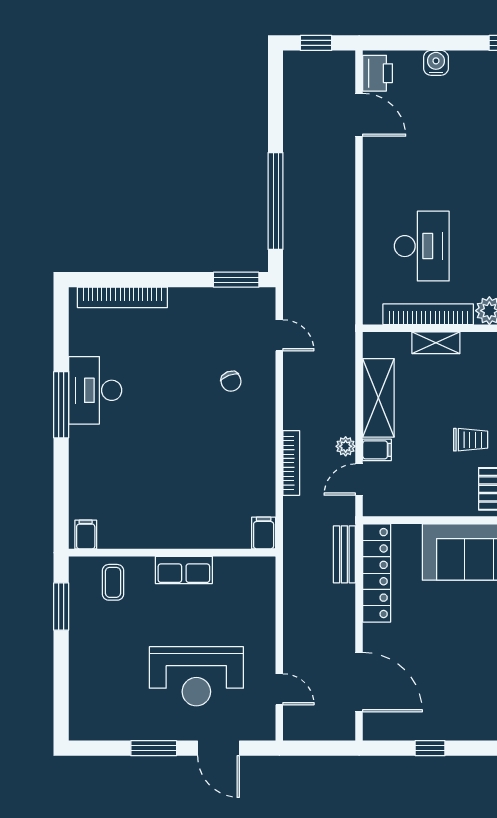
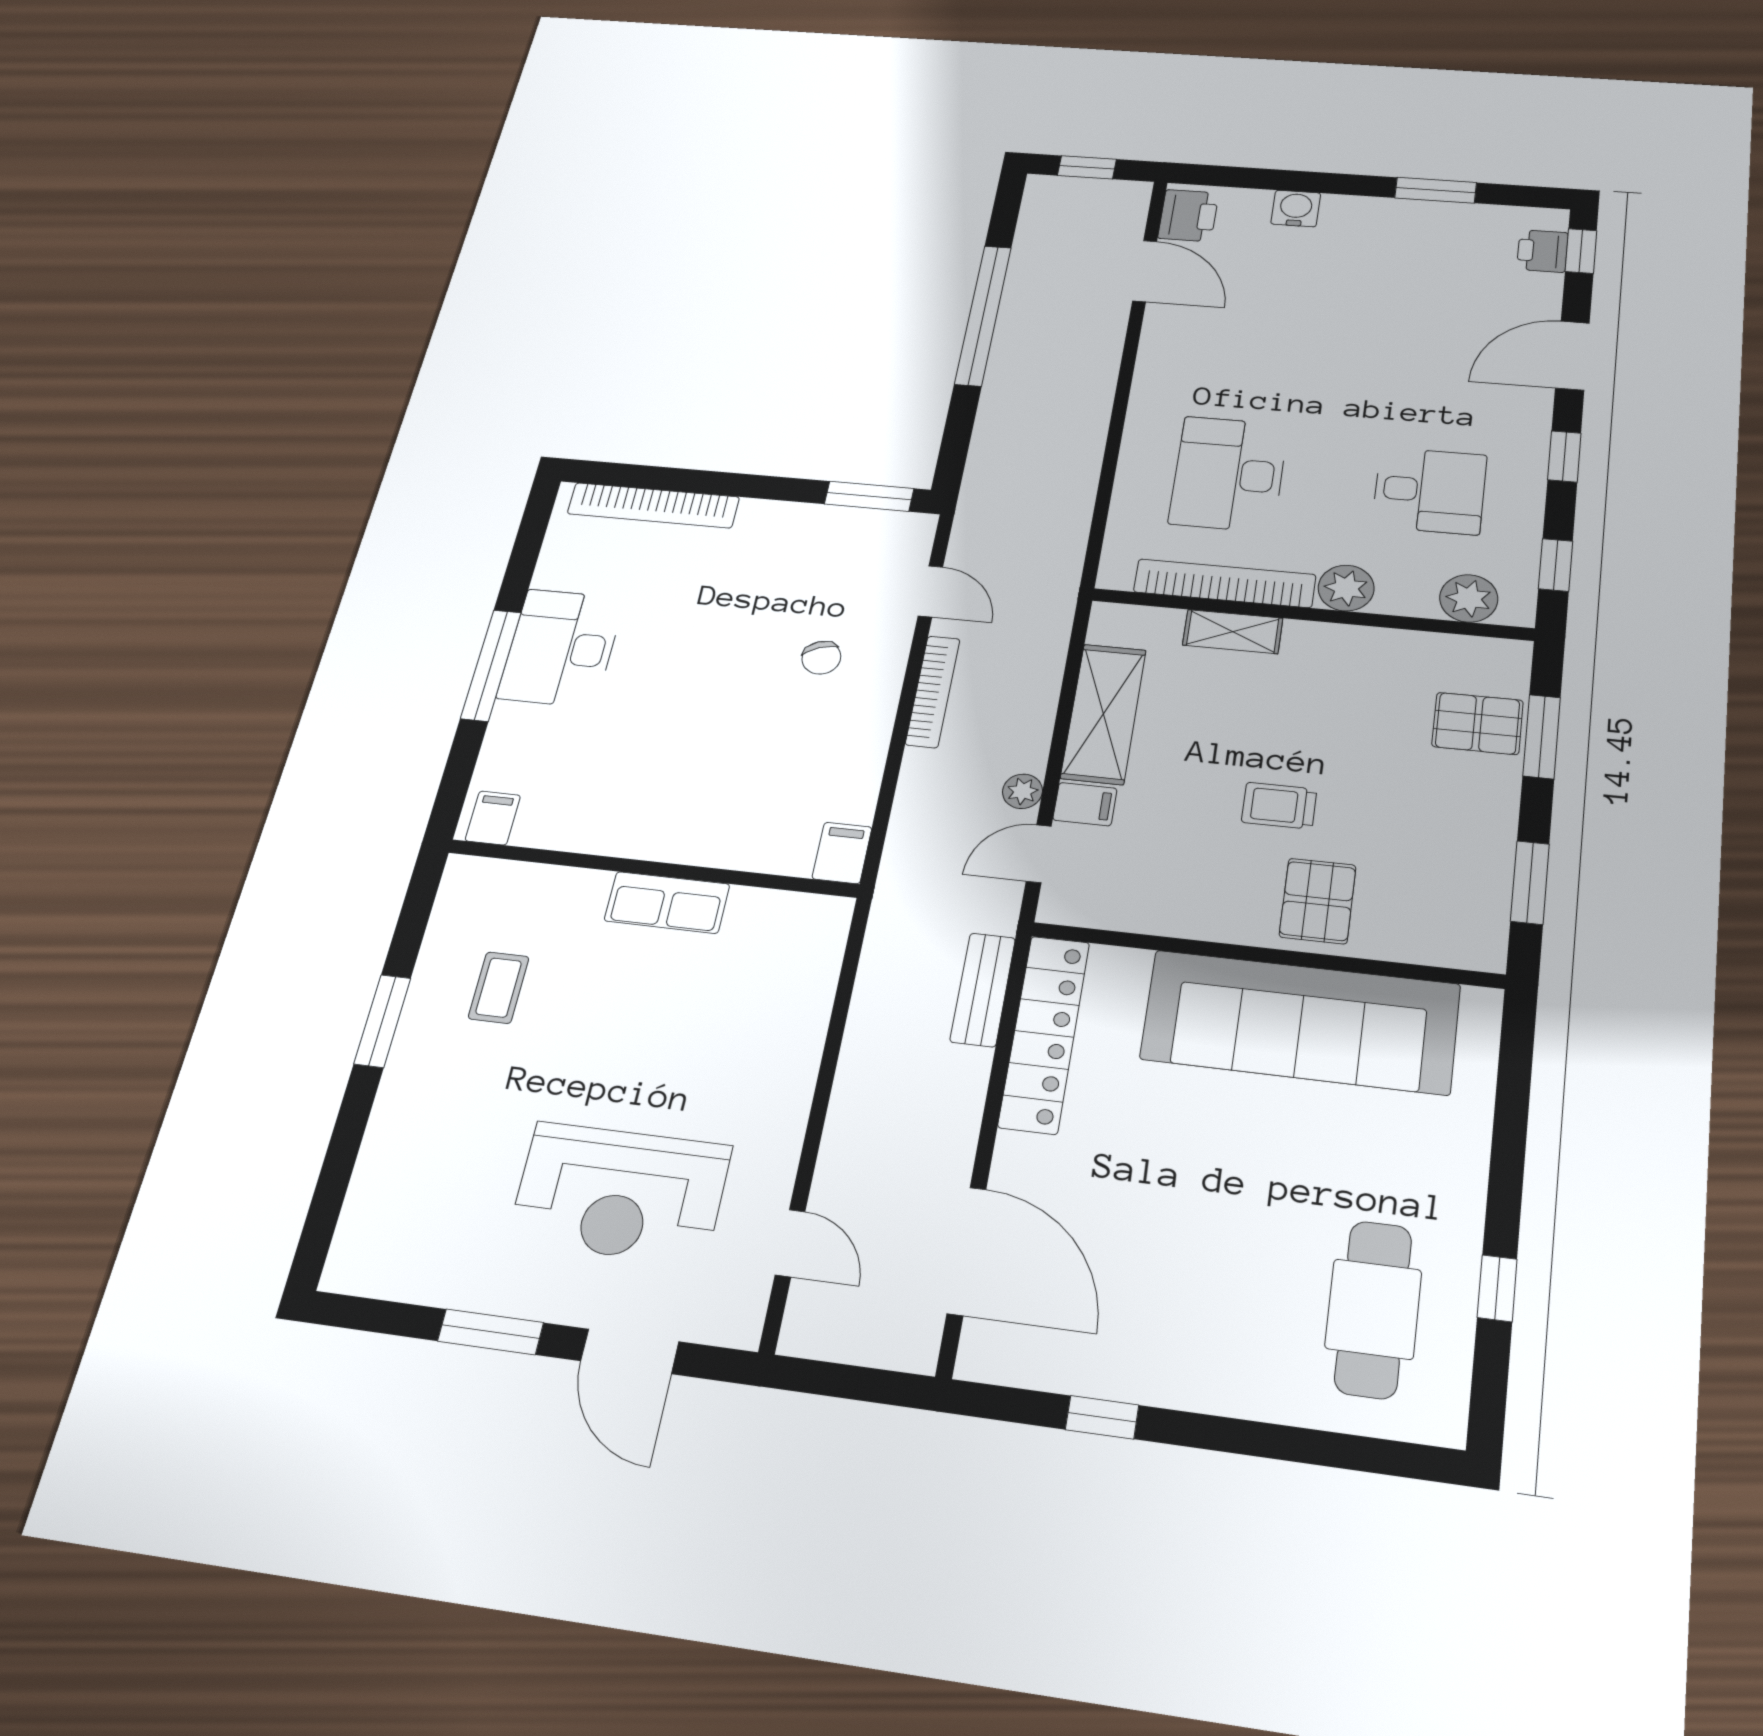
window: (276, 201) -> (983, 315), moved
desk: (422, 246) -> (1229, 474), turned 180
trolley: (471, 440) -> (1279, 806), turned 180
bookcase: (291, 463) -> (933, 692), moved
filing cabinet: (264, 533) -> (842, 853), moved
filing cabinet: (86, 534) -> (493, 818), moved
wall: (172, 553) -> (652, 868), moved
row of seats: (184, 570) -> (667, 902), moved

